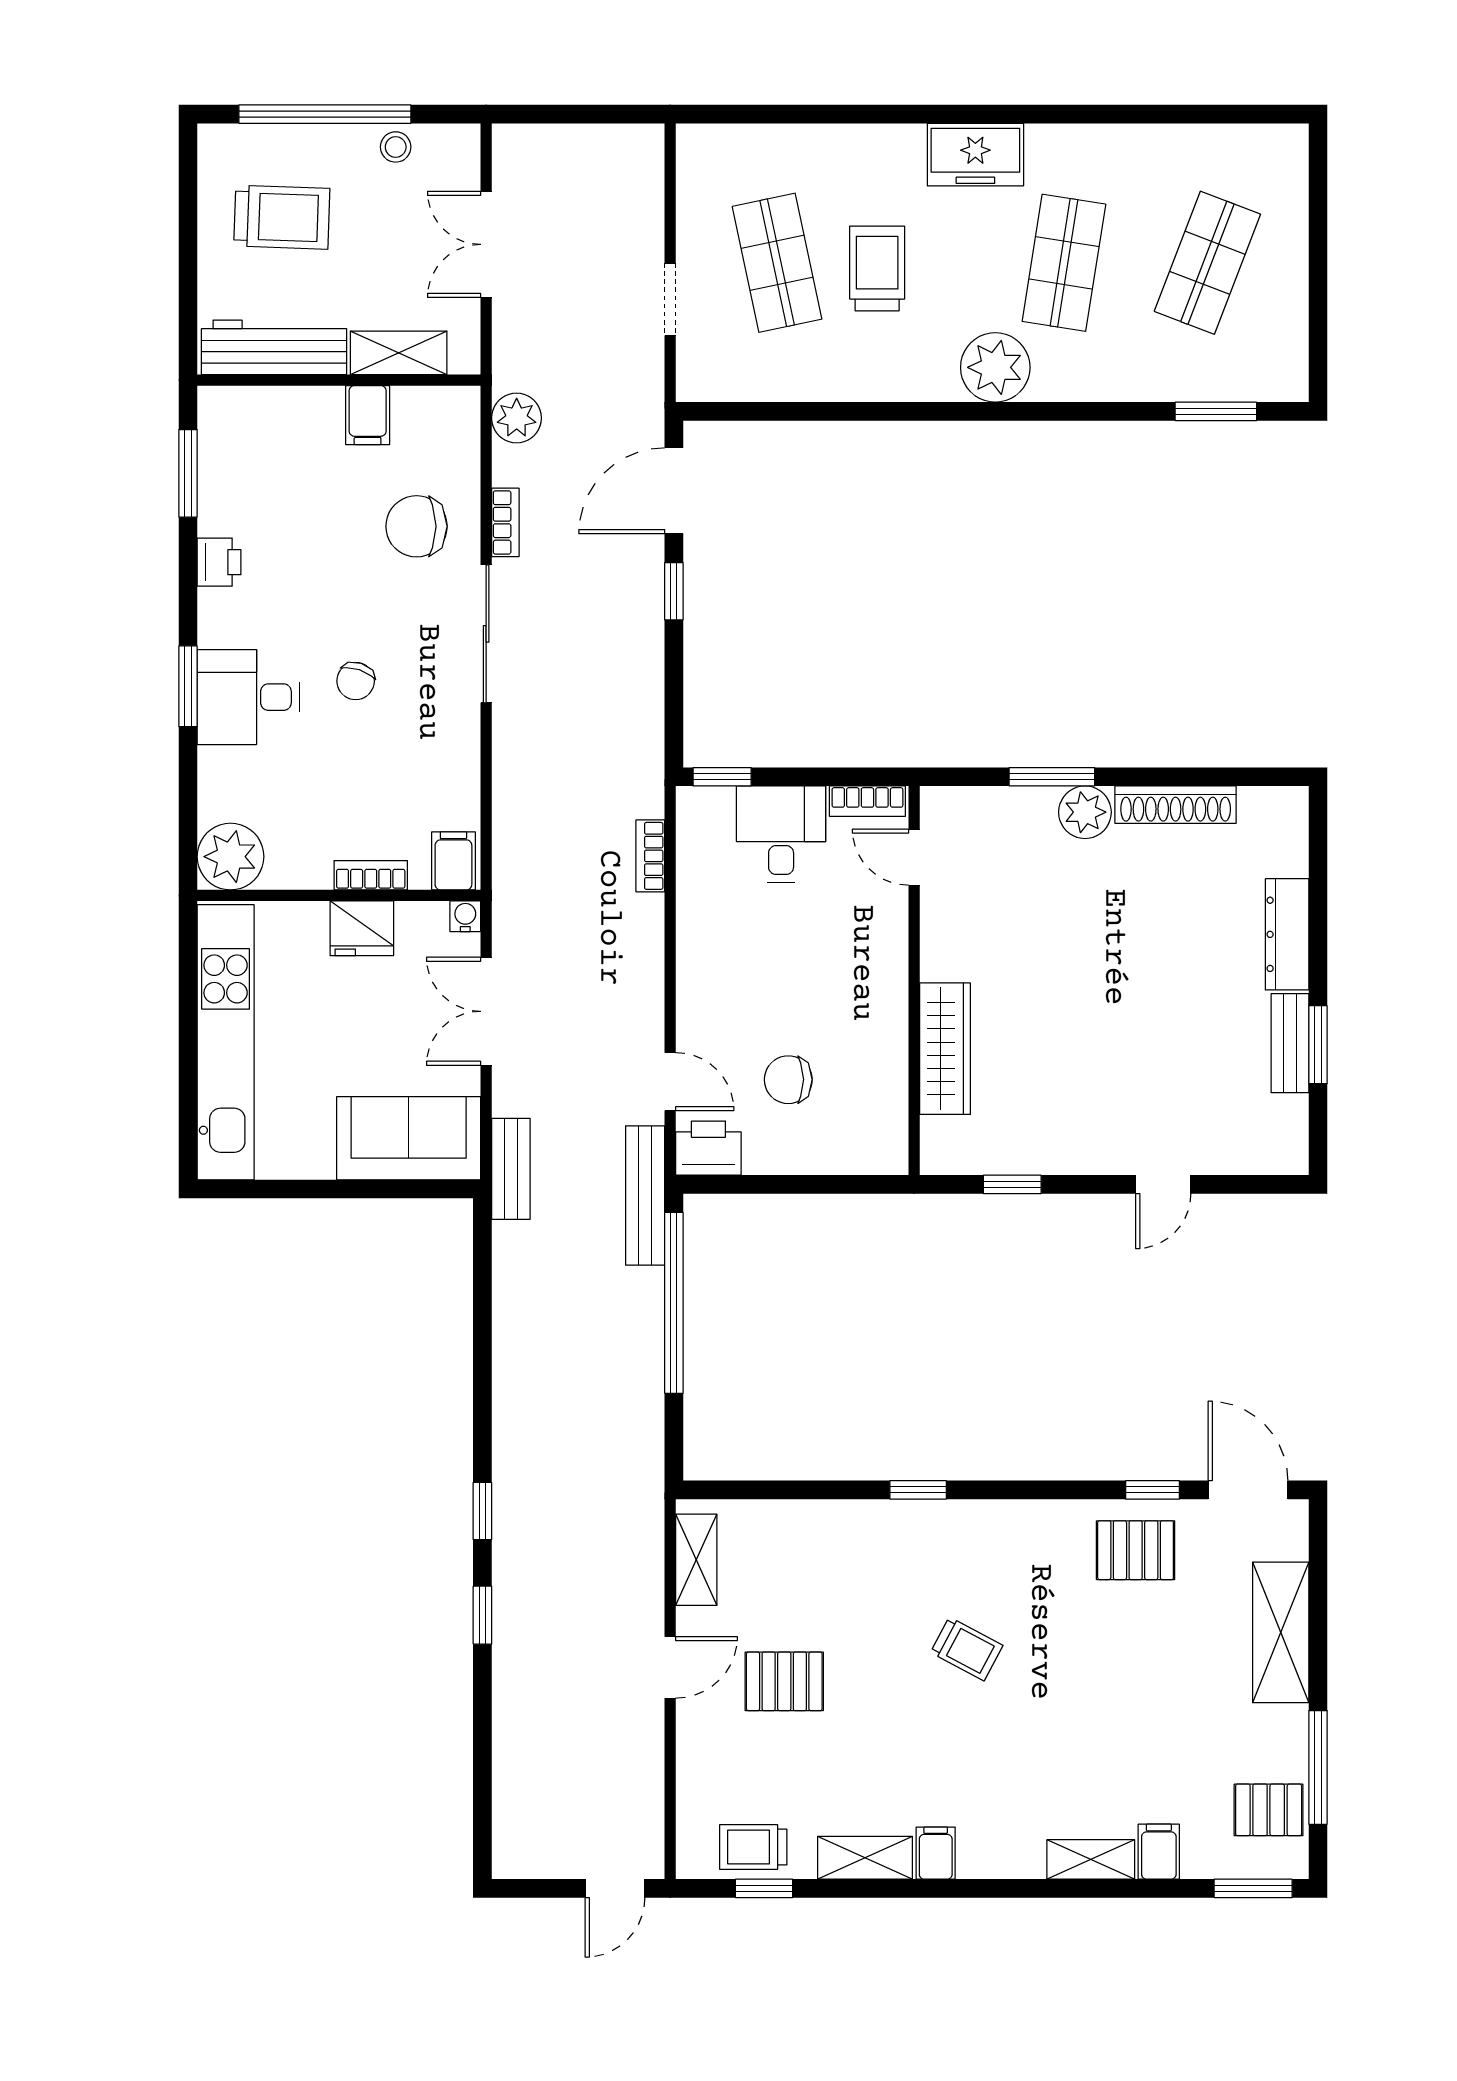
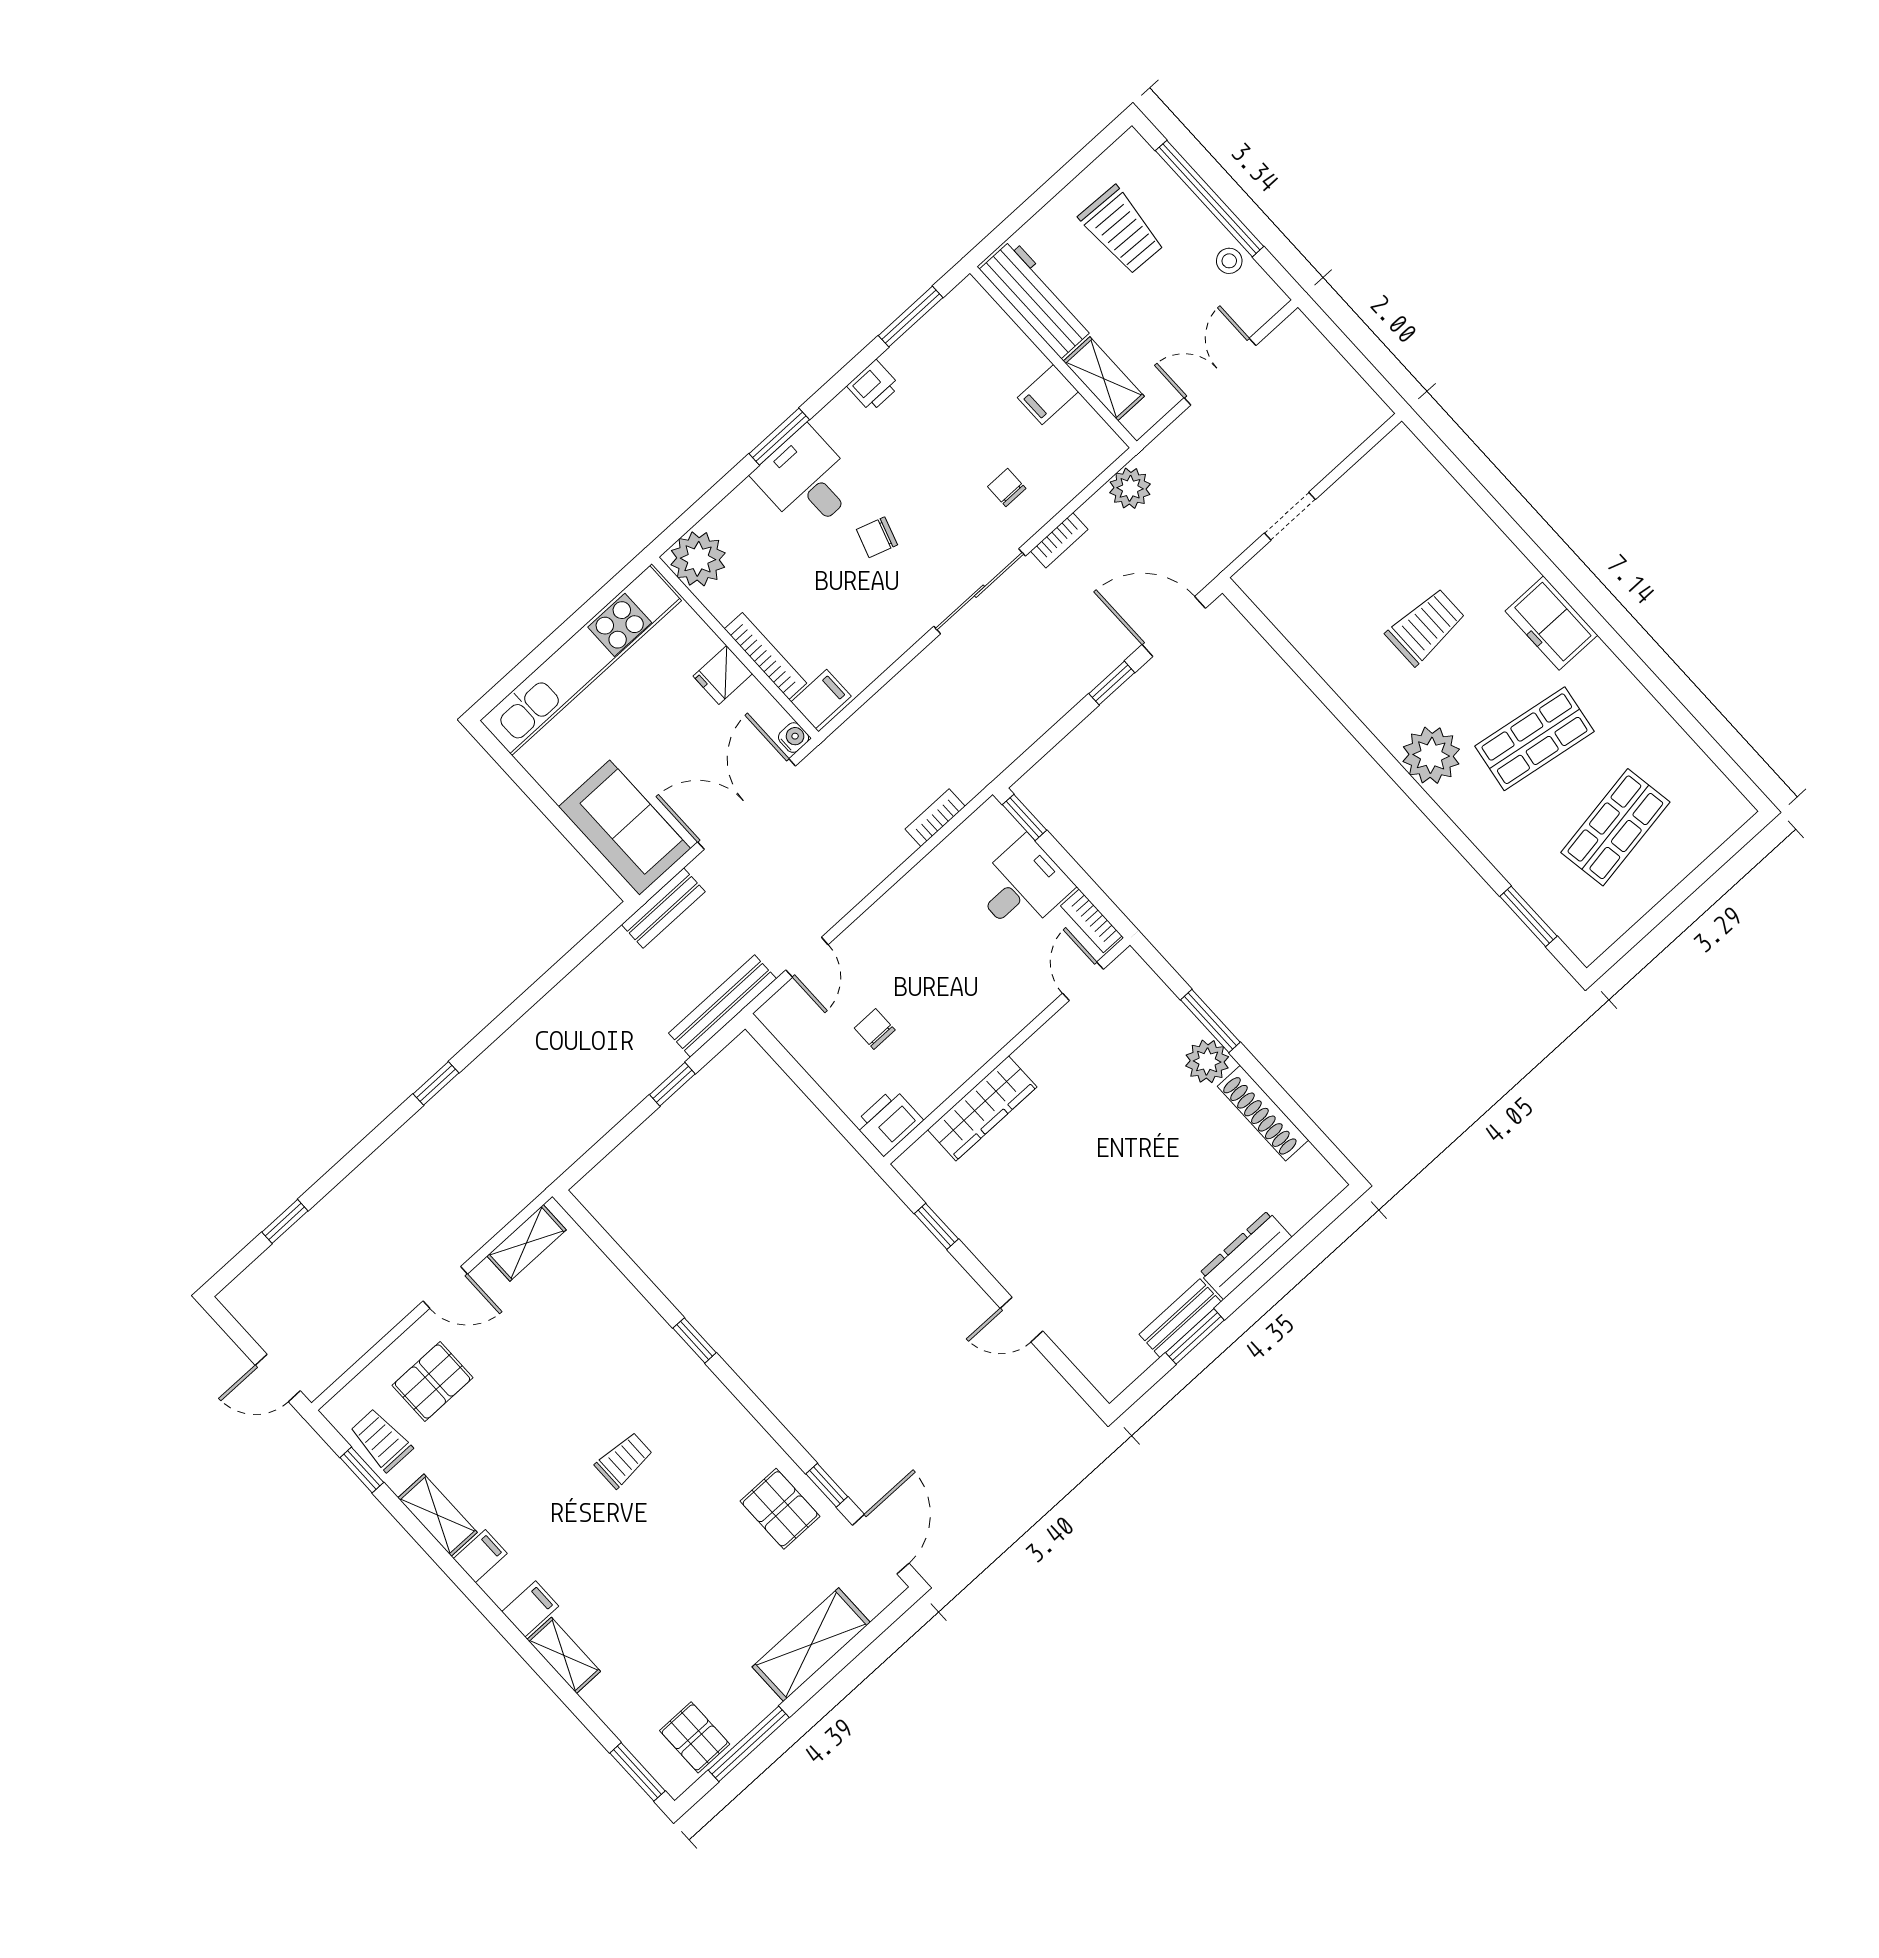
shop shelf: (777, 263) -> (1373, 562), removed
shop shelf: (1207, 263) -> (1615, 827), turned -30
chair: (417, 526) -> (1007, 488), width x0.54, depth x0.54
bookcase: (371, 875) -> (766, 656), width x1.56
fridge: (362, 928) -> (723, 675), width x0.72
double door: (486, 1011) -> (747, 804), width x1.37
chair: (788, 1080) -> (875, 1029), width x0.73, depth x0.73
printer: (708, 1148) -> (888, 1122), moved, turned -90
window: (674, 1303) -> (672, 1084), width x0.32
window: (482, 1615) -> (285, 1221), moved
trolley: (967, 1649) -> (624, 1460), turned -118
pallet: (784, 1681) -> (432, 1382), moved, turned 90
filing cabinet: (1159, 1852) -> (530, 1609), moved

